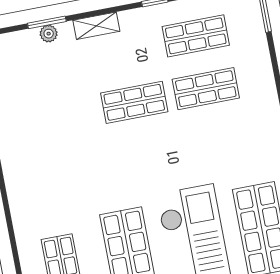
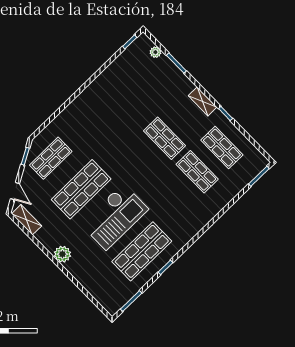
shelving: (96, 26) -> (203, 101), moved
plant: (49, 34) -> (155, 52), moved

